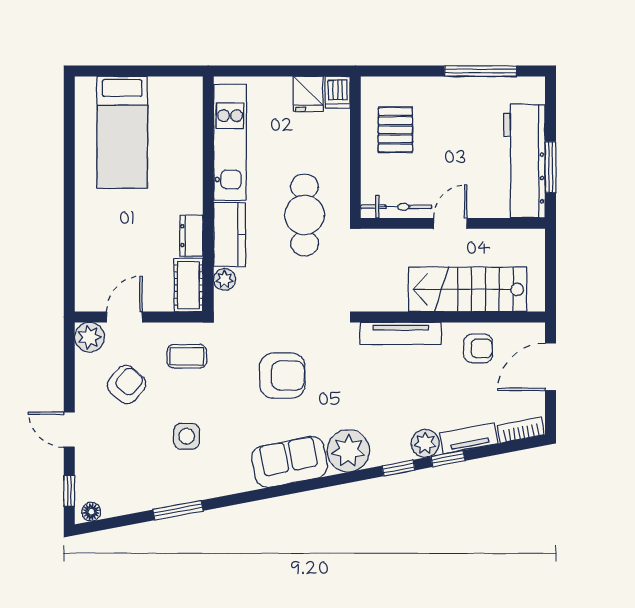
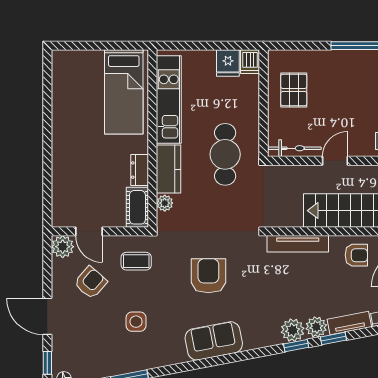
bed: (122, 132) -> (124, 92), moved
door: (124, 317) -> (89, 231), swing flipped
armchair: (282, 376) -> (208, 276), turned -90
door: (69, 430) -> (47, 316), width x1.38
plant: (348, 451) -> (293, 330), moved, width x0.73, depth x0.73

